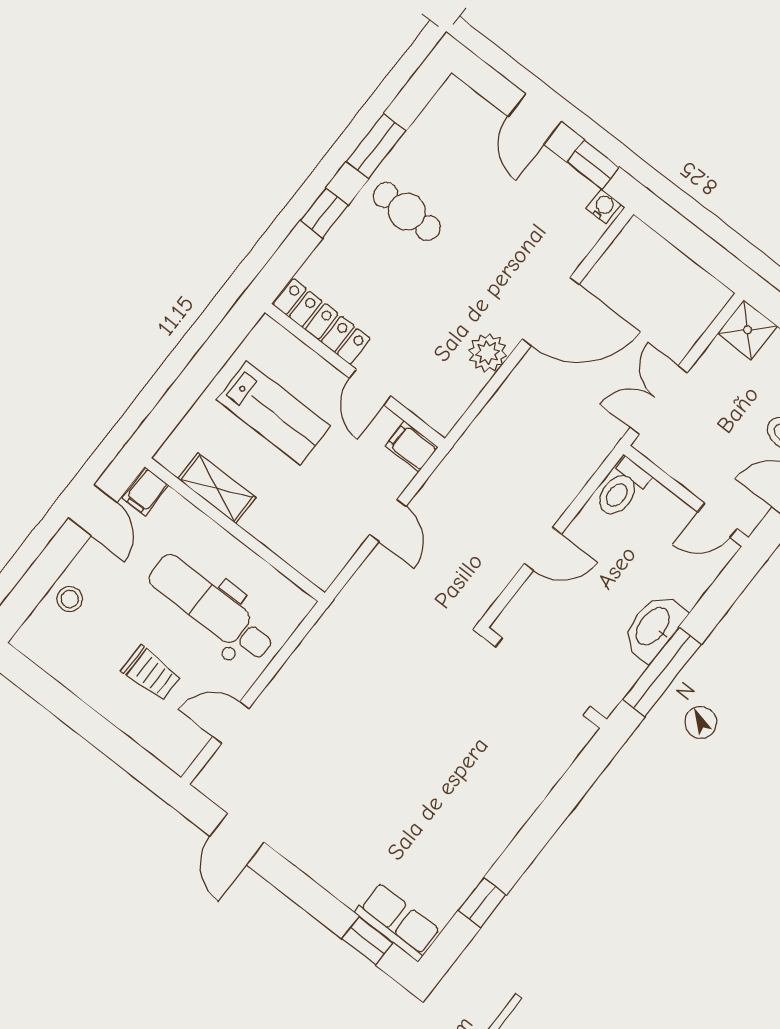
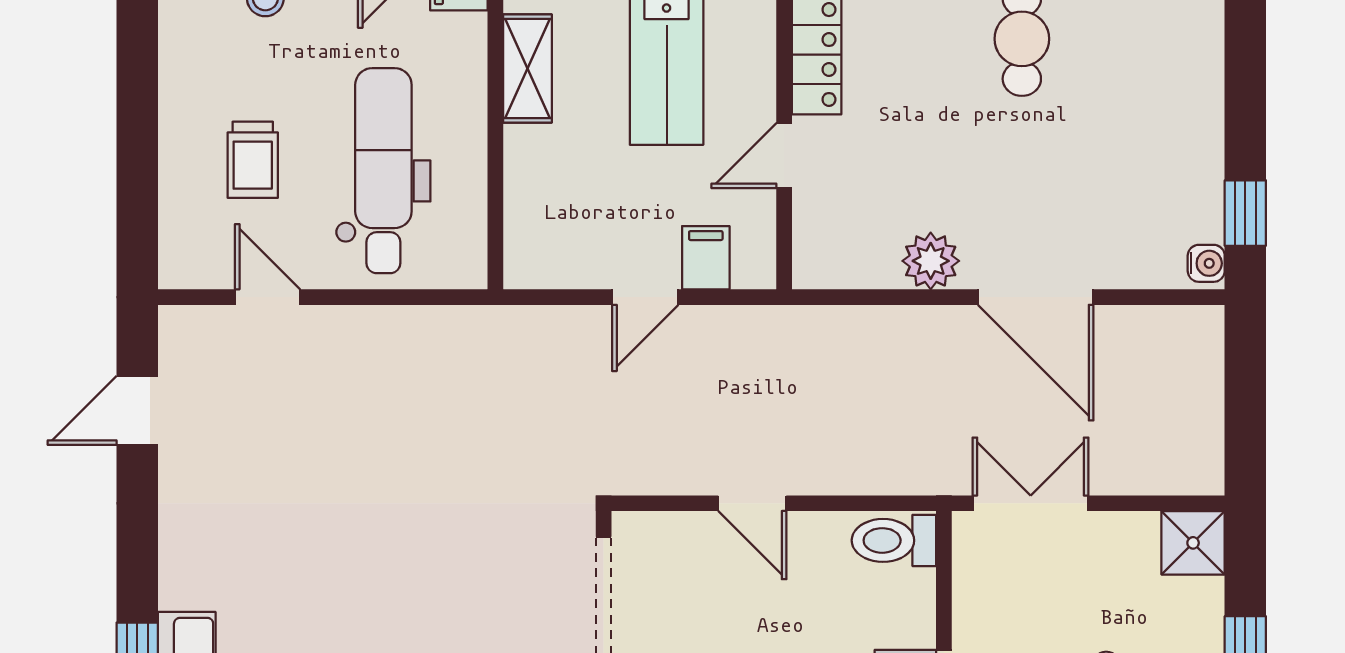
door: (535, 119) -> (1245, 104), removed
filing cabinet: (412, 447) -> (706, 258), moved

